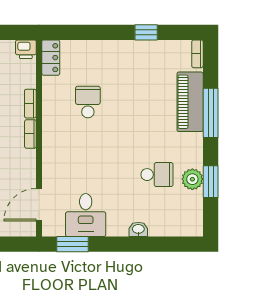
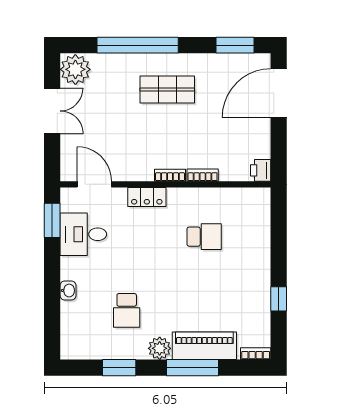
locker: (51, 58) -> (147, 197), moved
plant: (192, 179) -> (160, 348), moved

